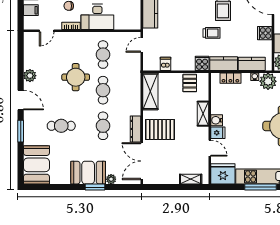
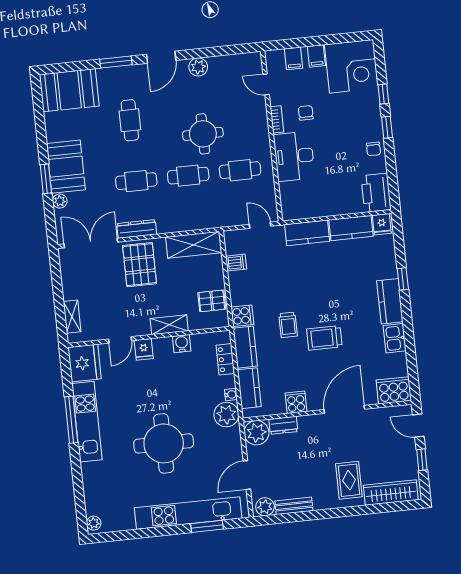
water cooler: (217, 120) -> (182, 344), moved

